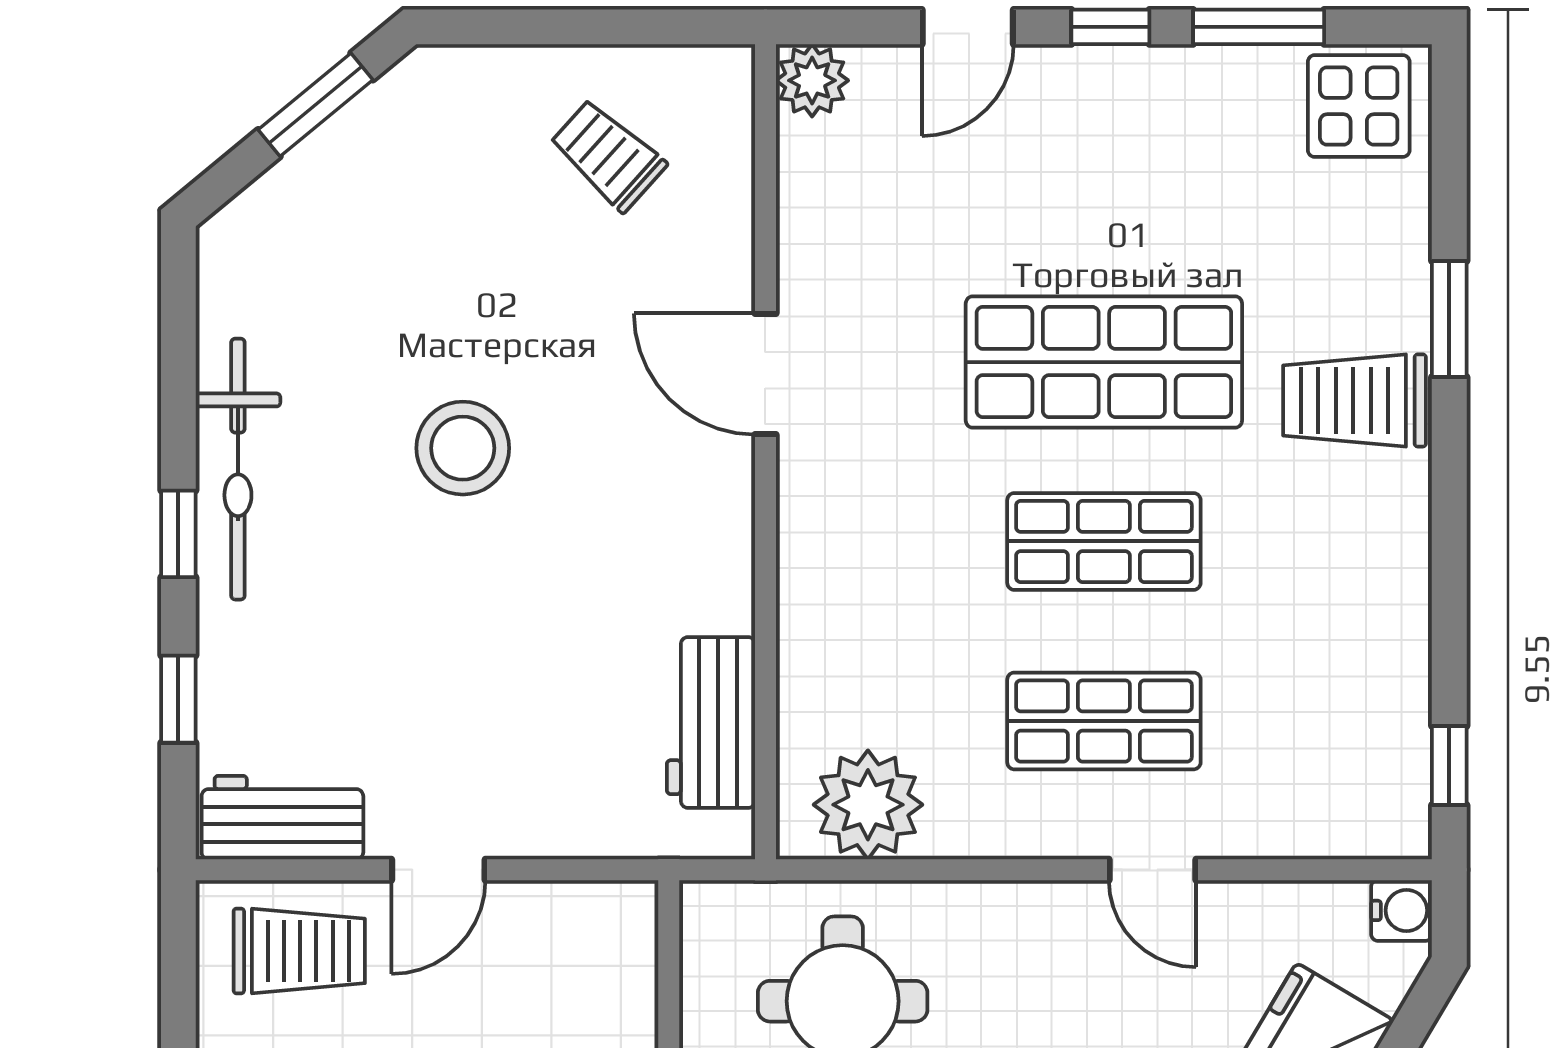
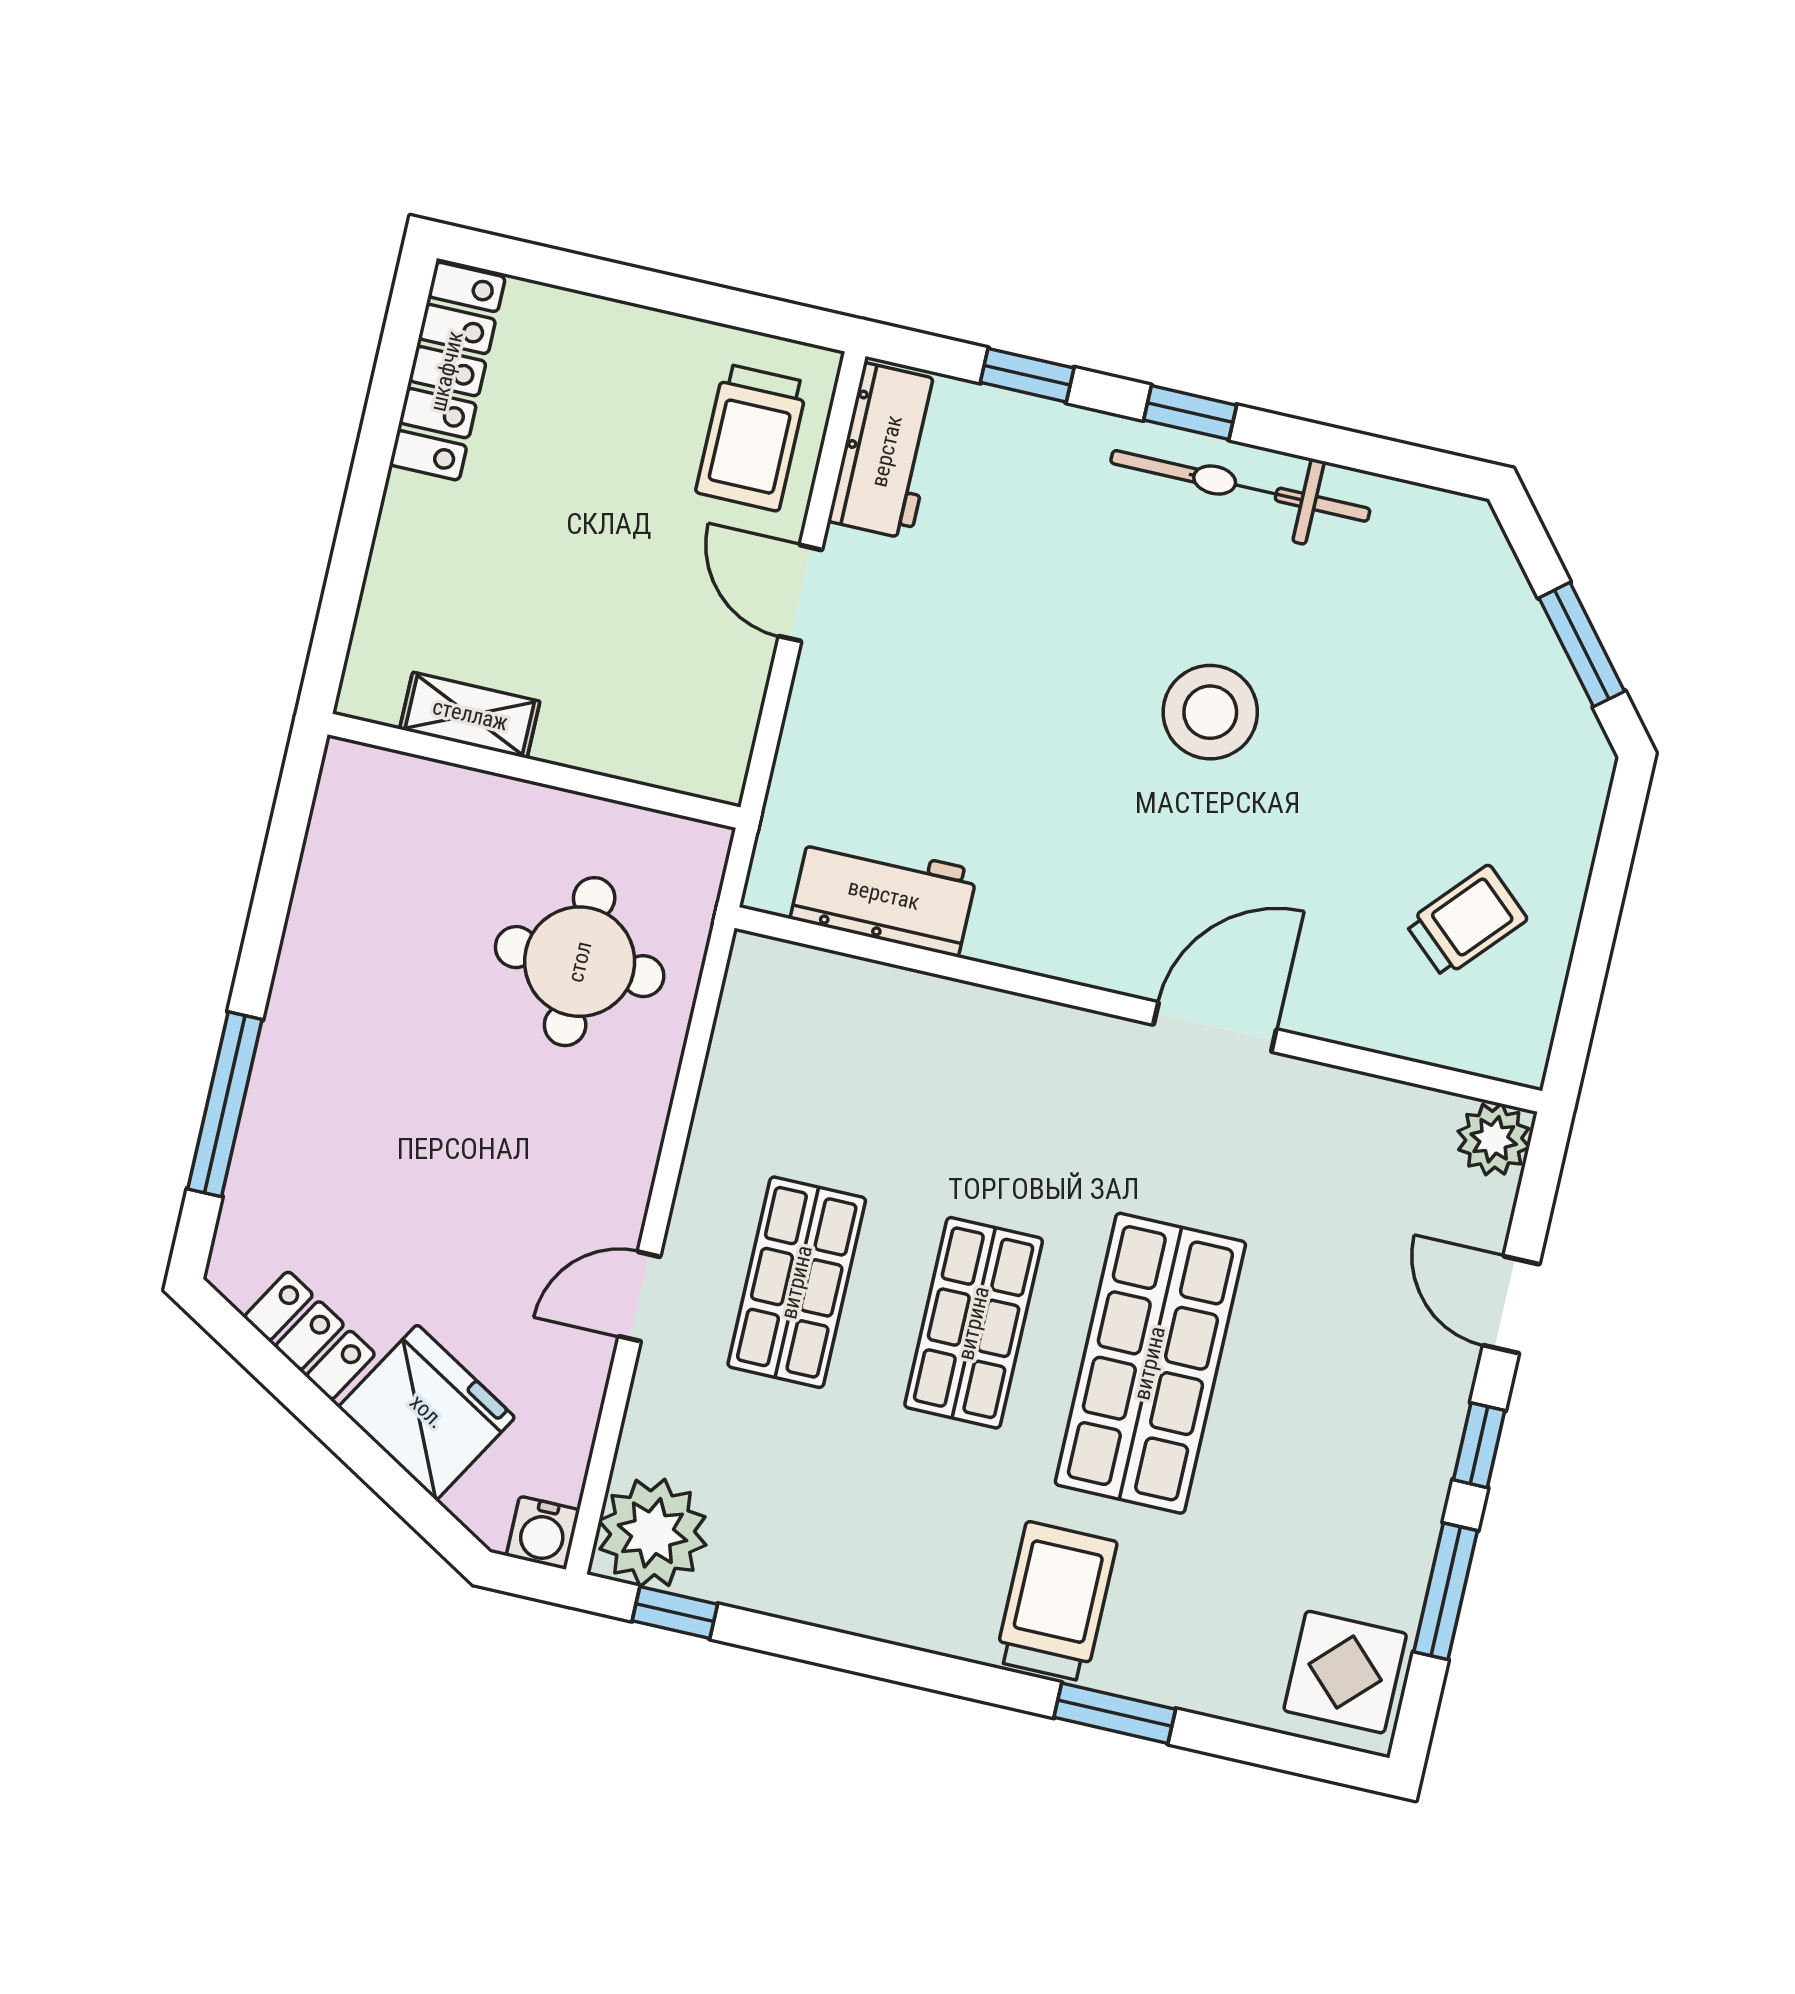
plant: (868, 805) -> (652, 1533), moved

